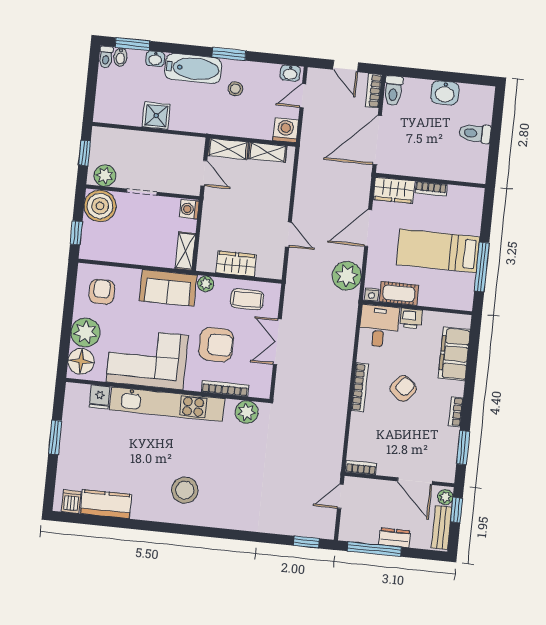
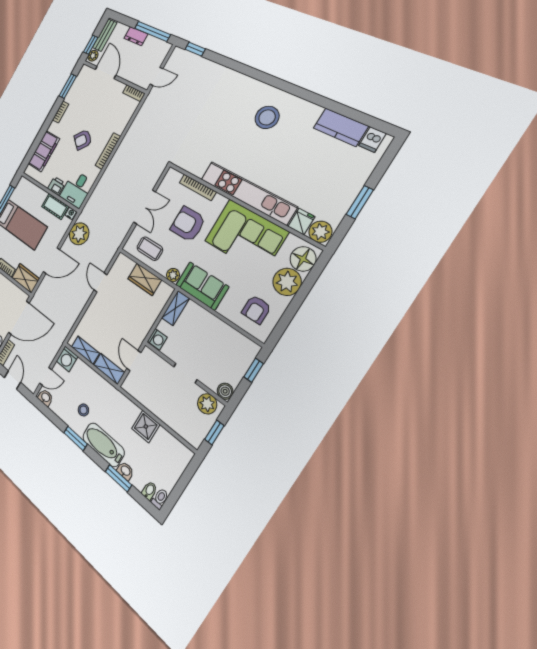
window: (132, 44) -> (118, 478), moved
boiler: (100, 206) -> (225, 391), width x0.54, depth x0.54
plant: (247, 412) -> (320, 232), moved

